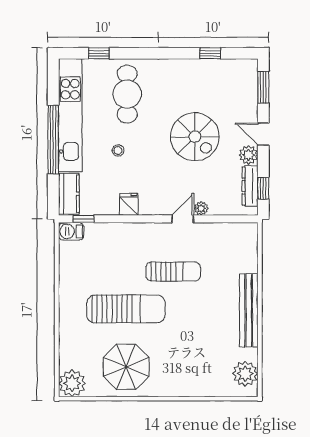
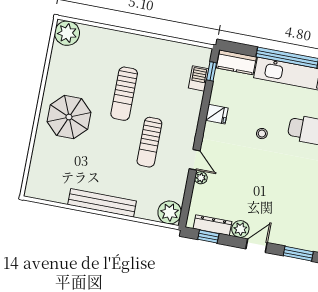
spiral stairs: (195, 137) -> (266, 184), removed
stool: (118, 151) -> (262, 134), moved
barbecue: (71, 231) -> (199, 78), moved
sun lounger: (126, 309) -> (124, 94), width x0.73, depth x0.75
parasol: (126, 367) -> (69, 117), moved
plant: (245, 374) -> (170, 212), moved

